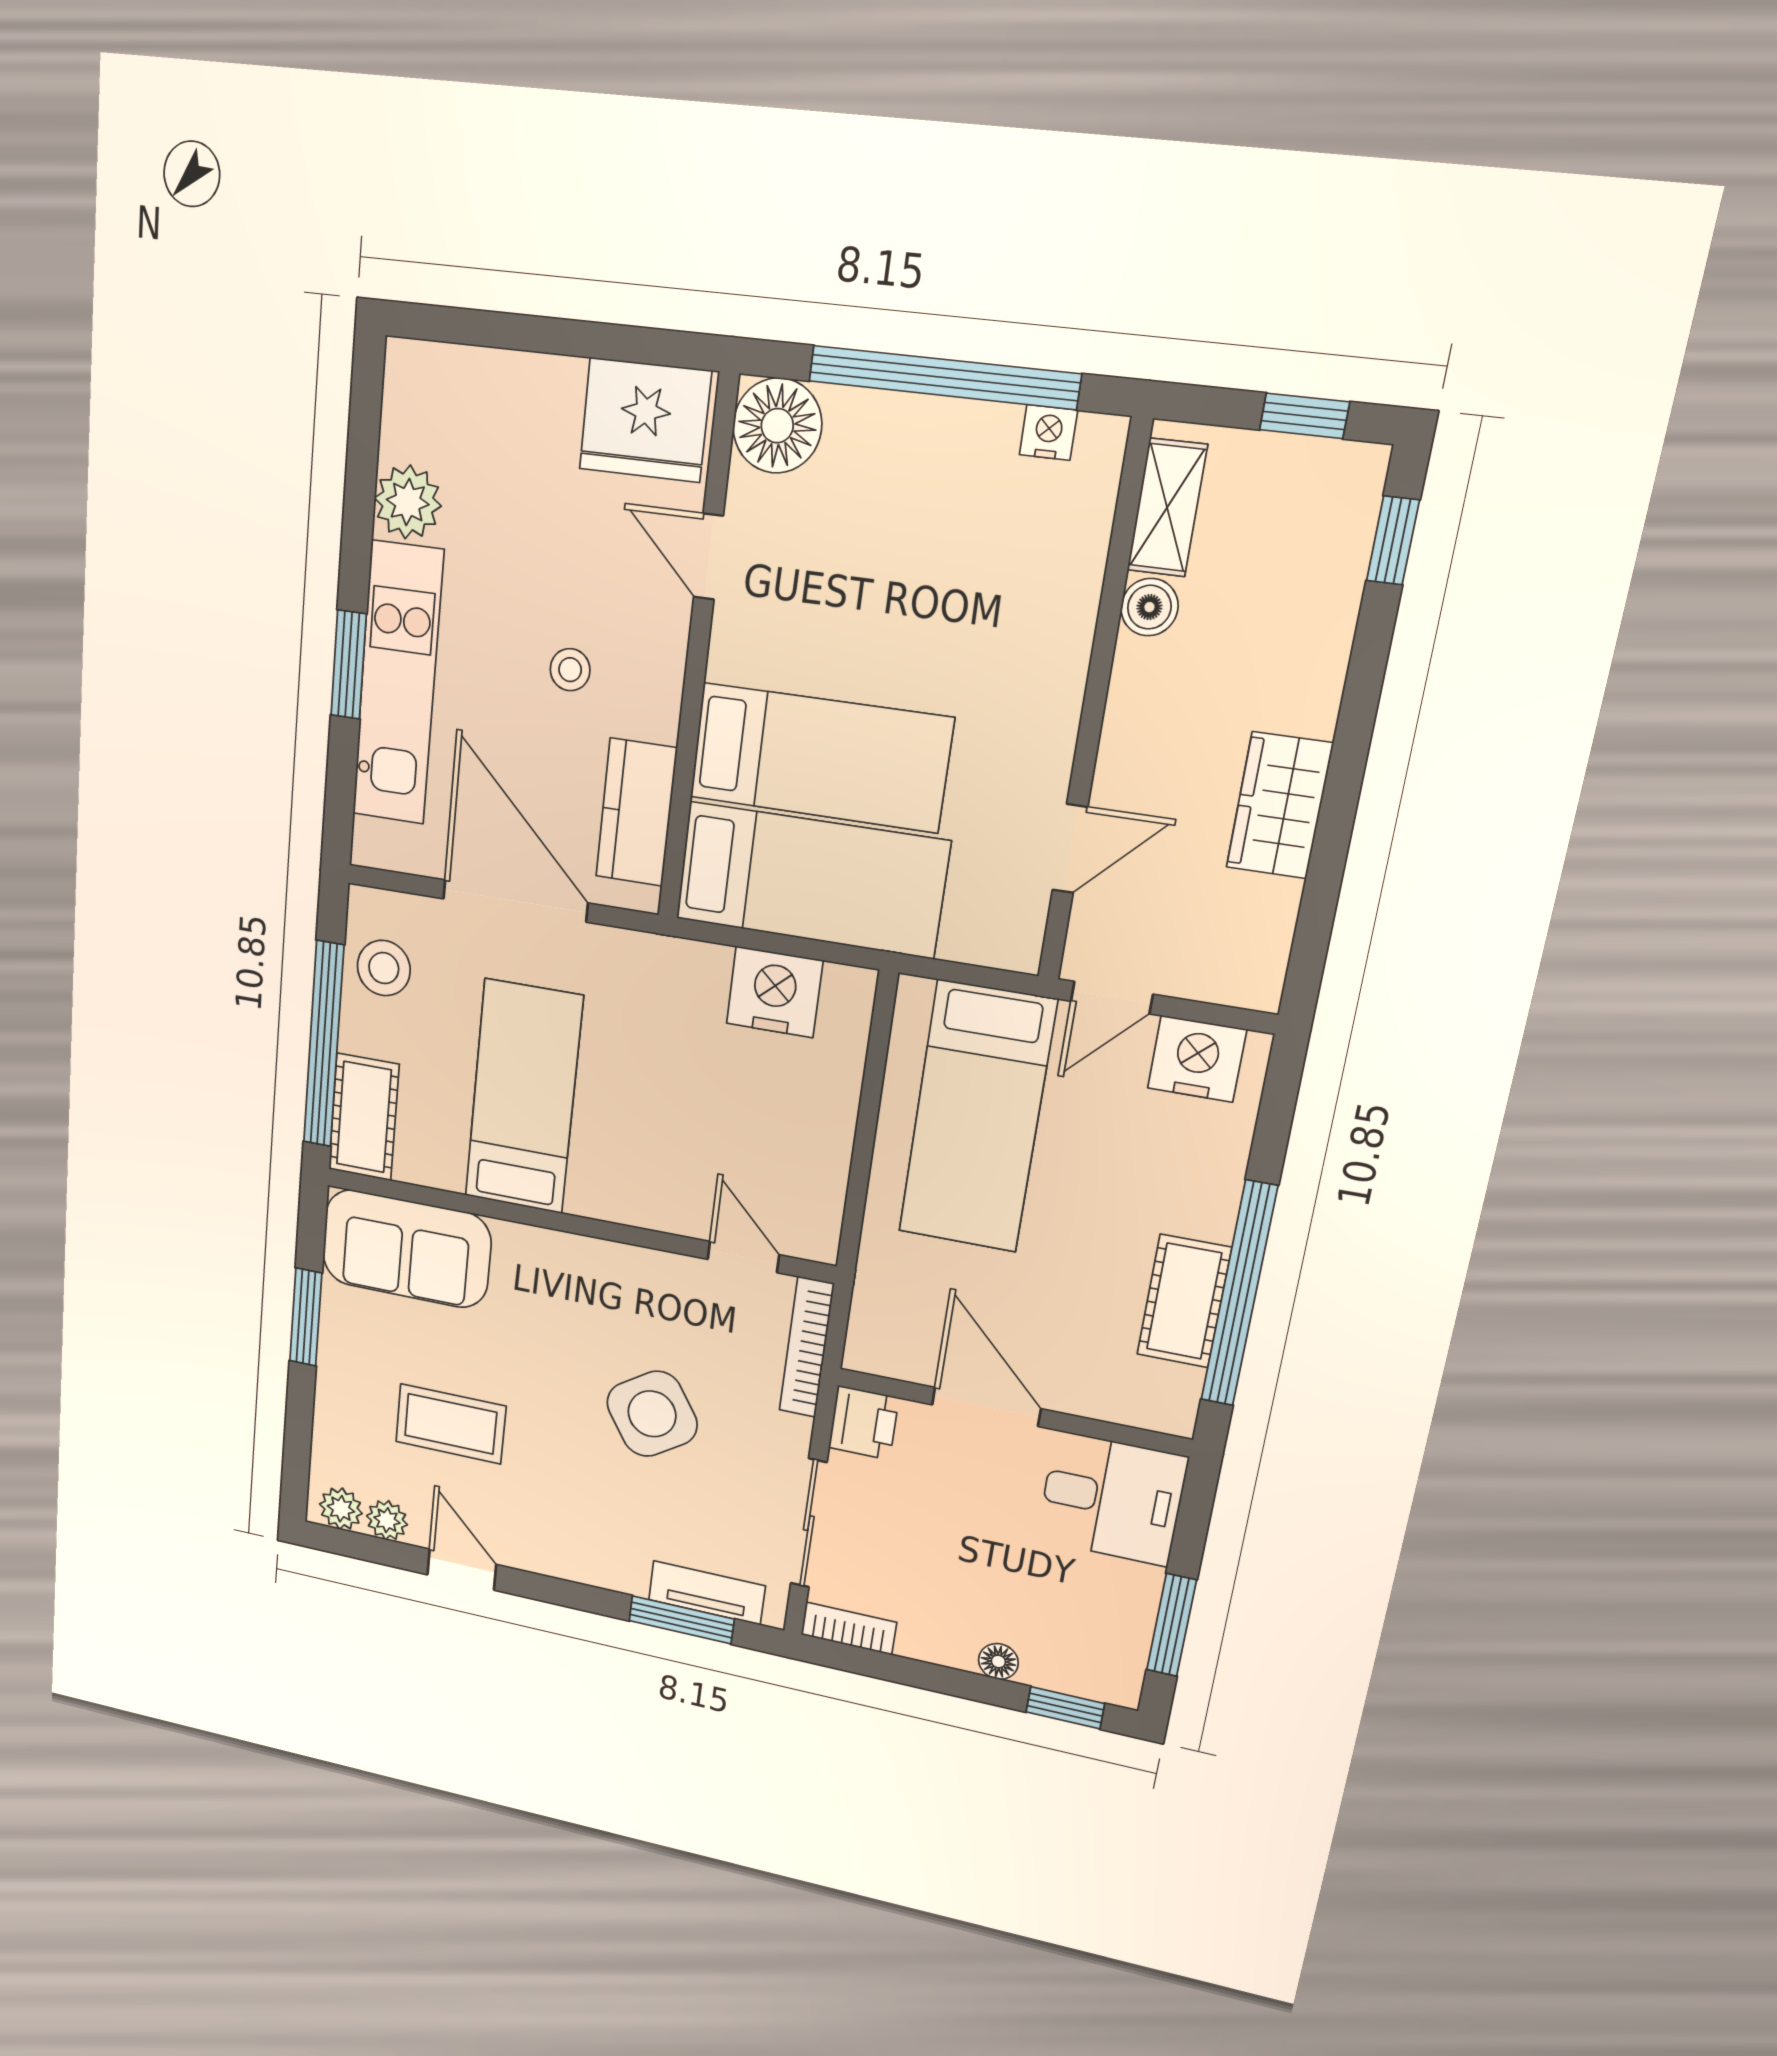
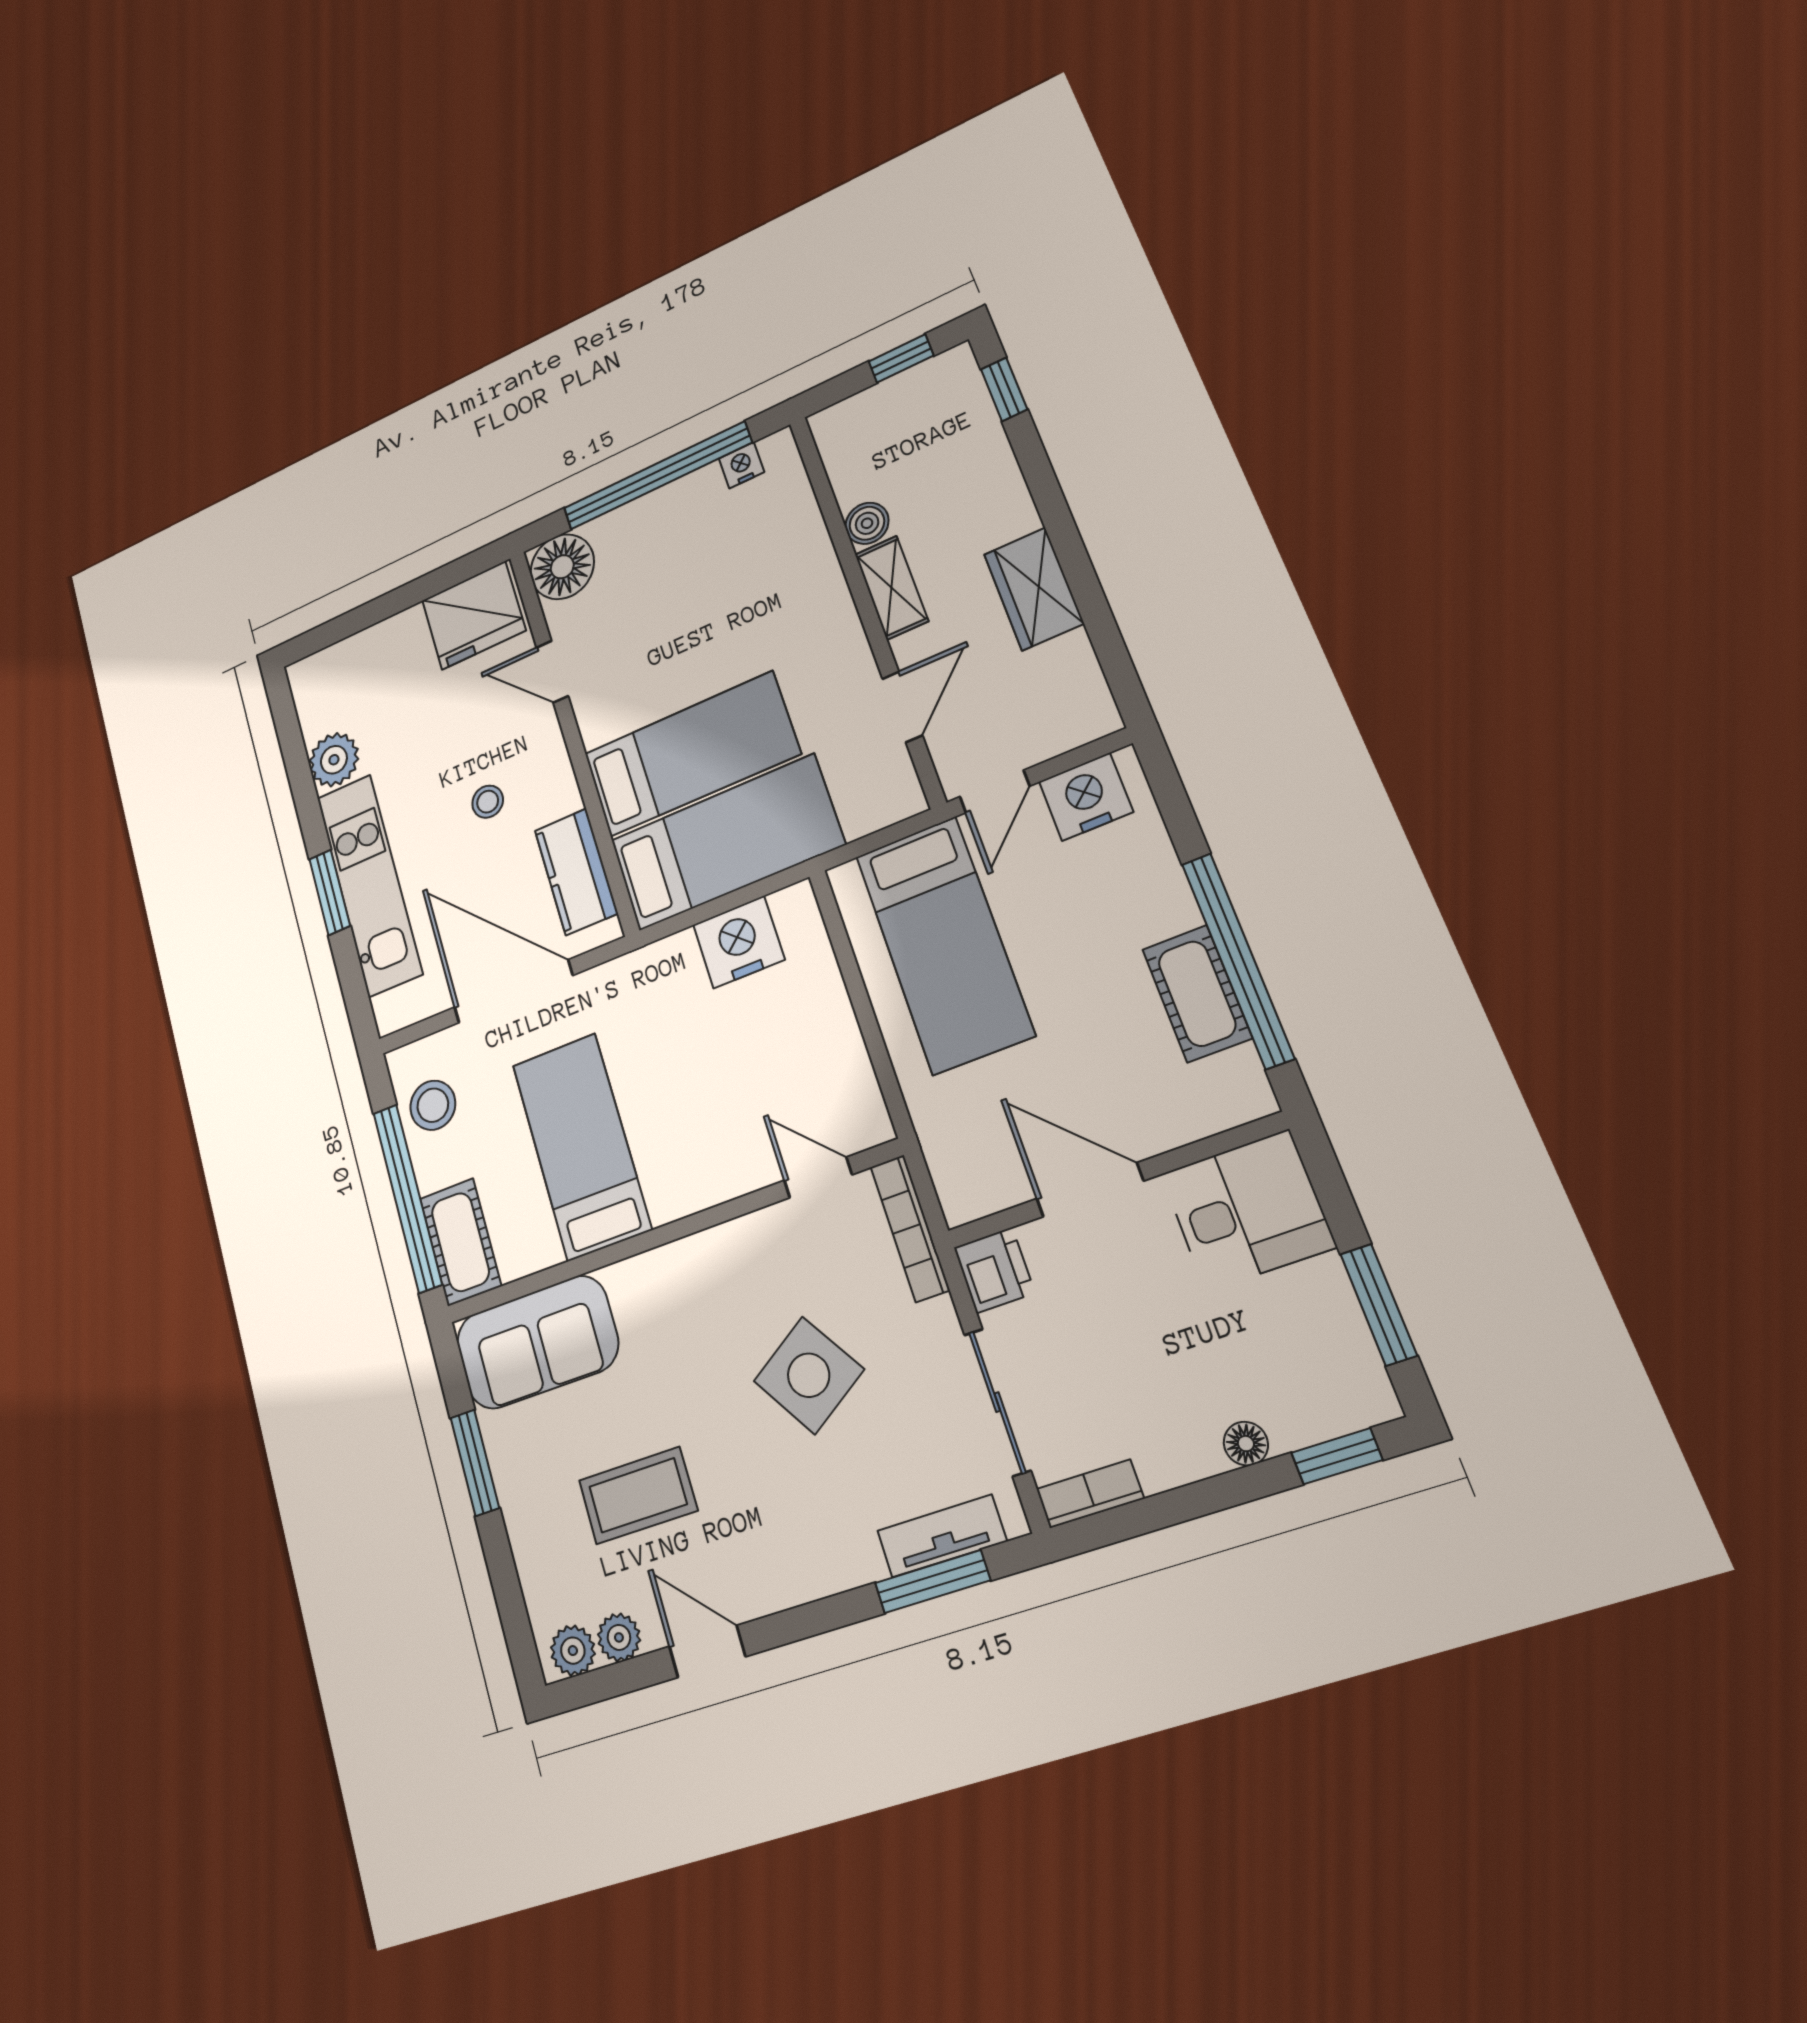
shelving: (1167, 508) -> (891, 588), moved

